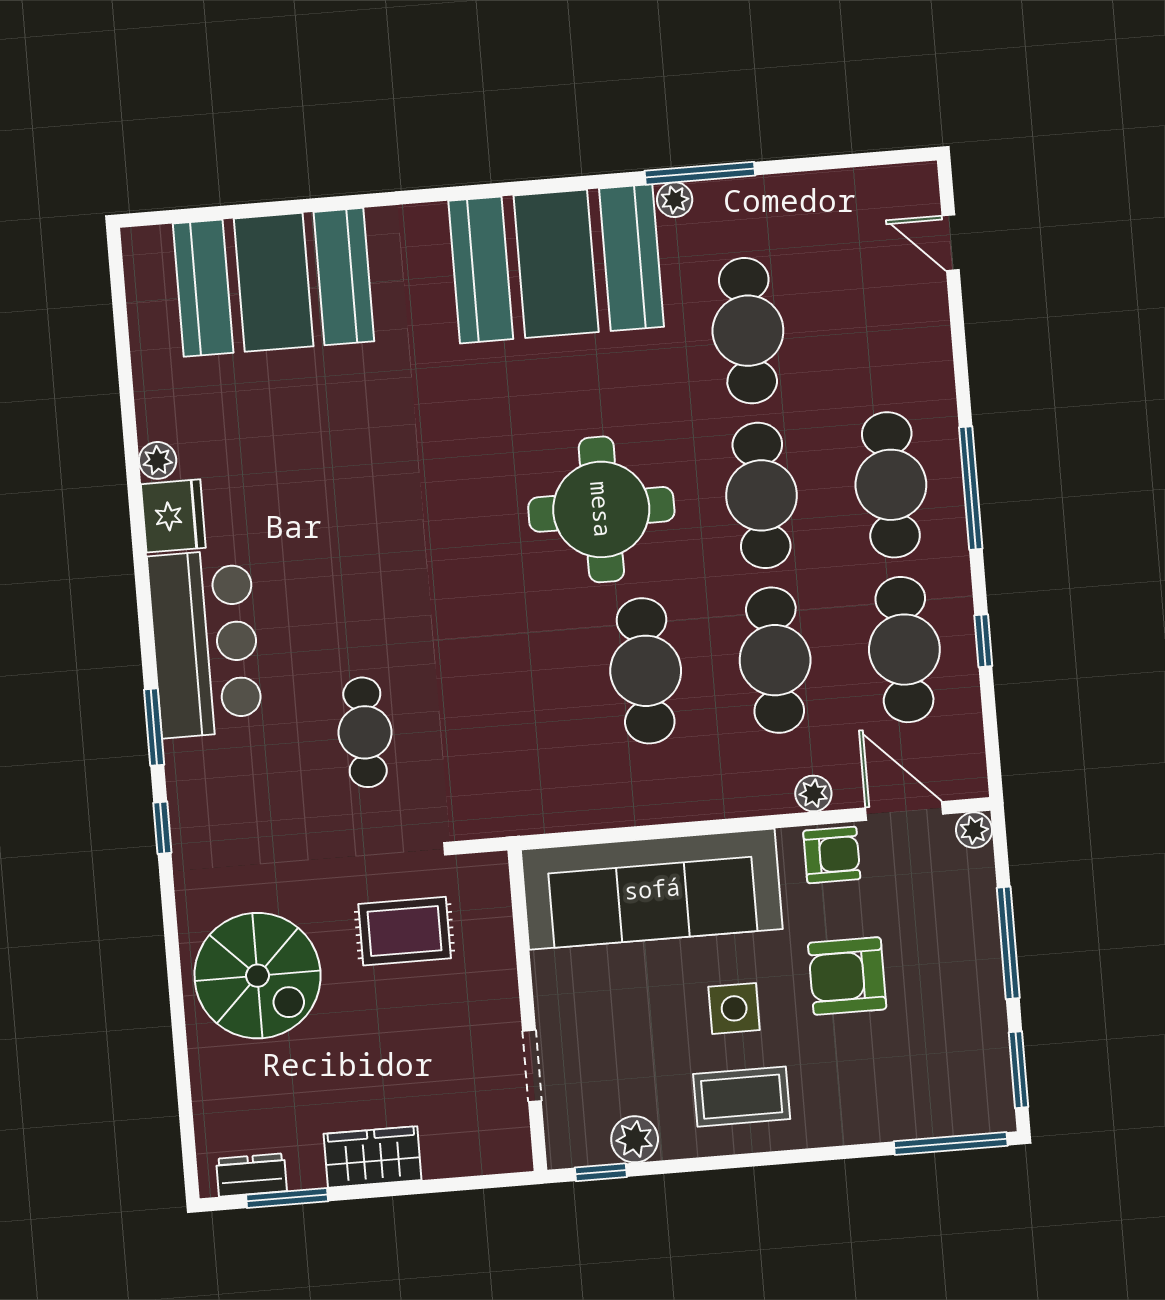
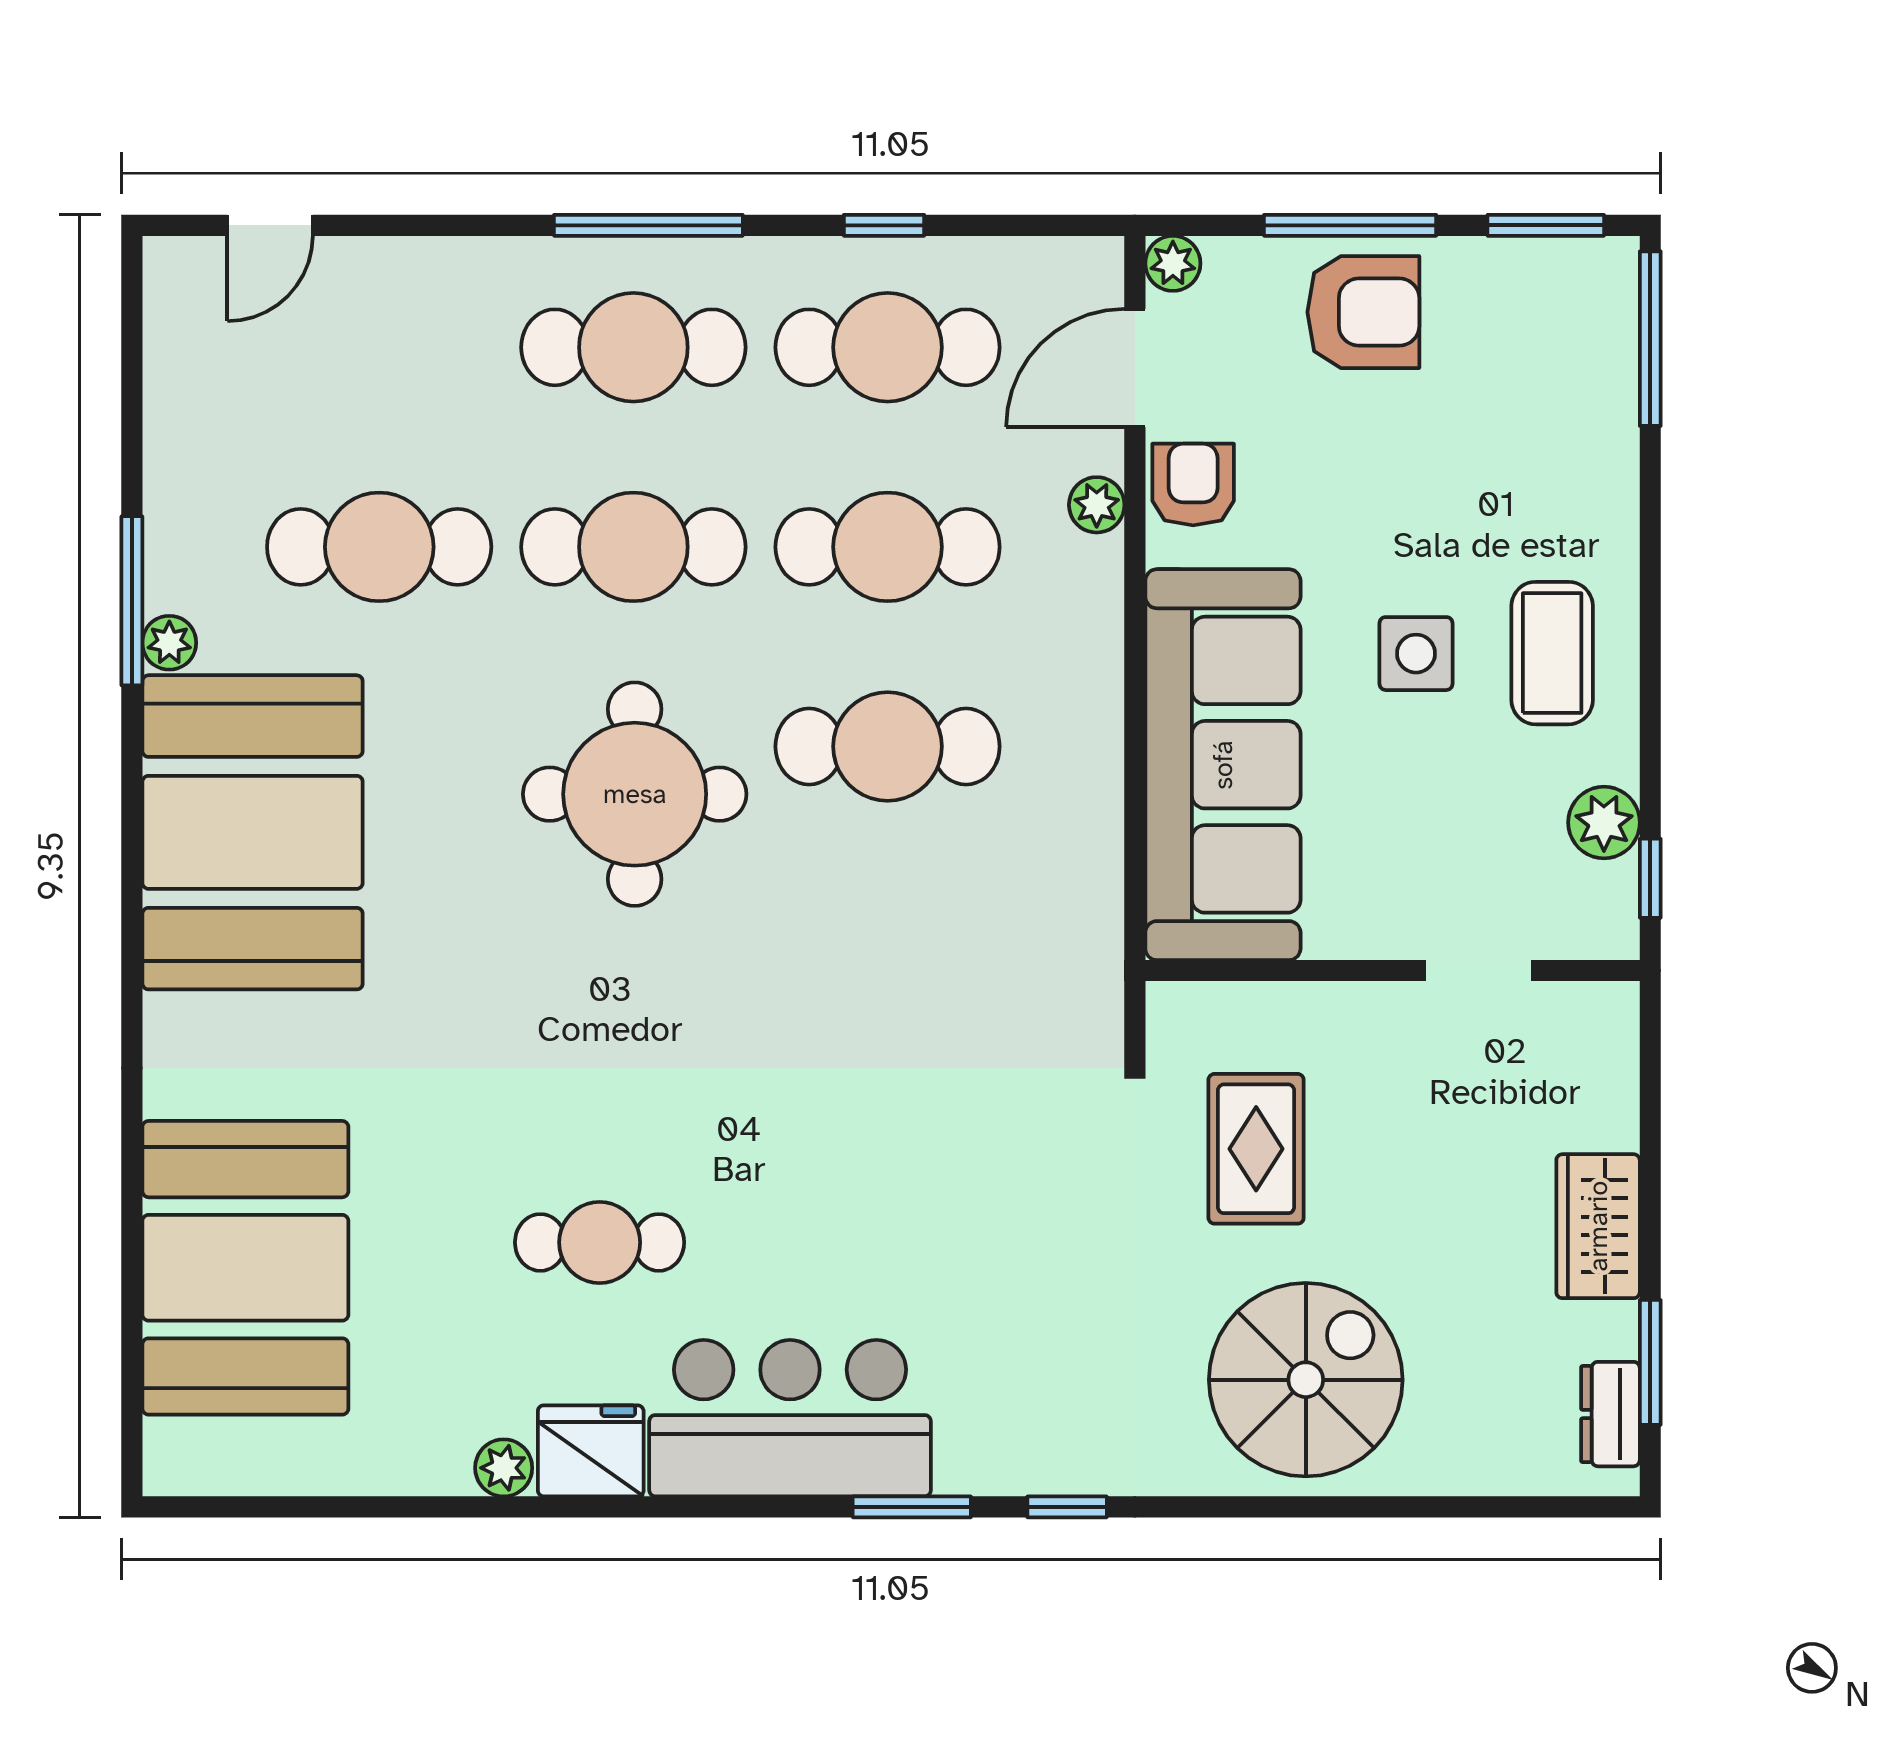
cafe table: (365, 732) -> (600, 1242), moved
armchair: (847, 976) -> (1363, 312), moved, turned -90

